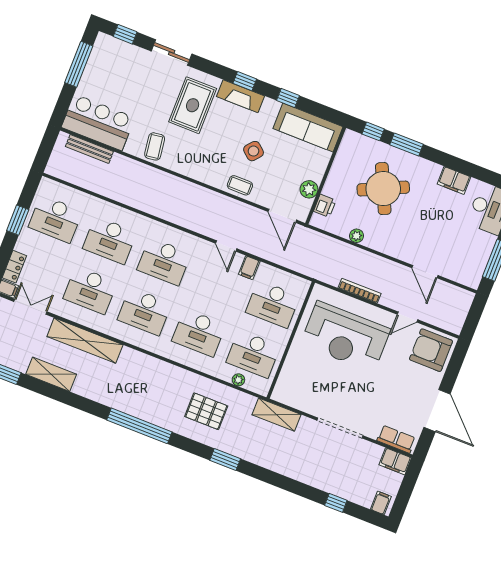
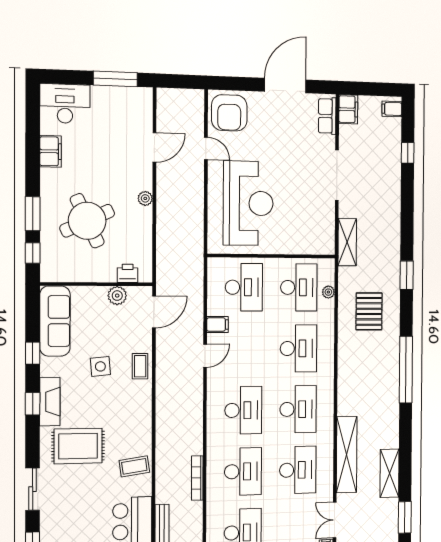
side table: (253, 151) -> (100, 366), turned 45
plant: (356, 236) -> (145, 198), moved
bookcase: (360, 291) -> (197, 478), moved

